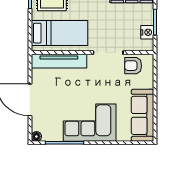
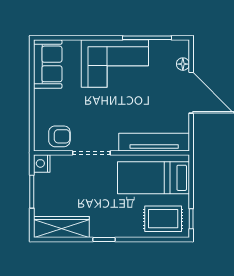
nightstand: (147, 32) -> (42, 163), moved
sofa: (142, 115) -> (48, 64), width x0.73
floor lamp: (36, 136) -> (183, 64), moved

